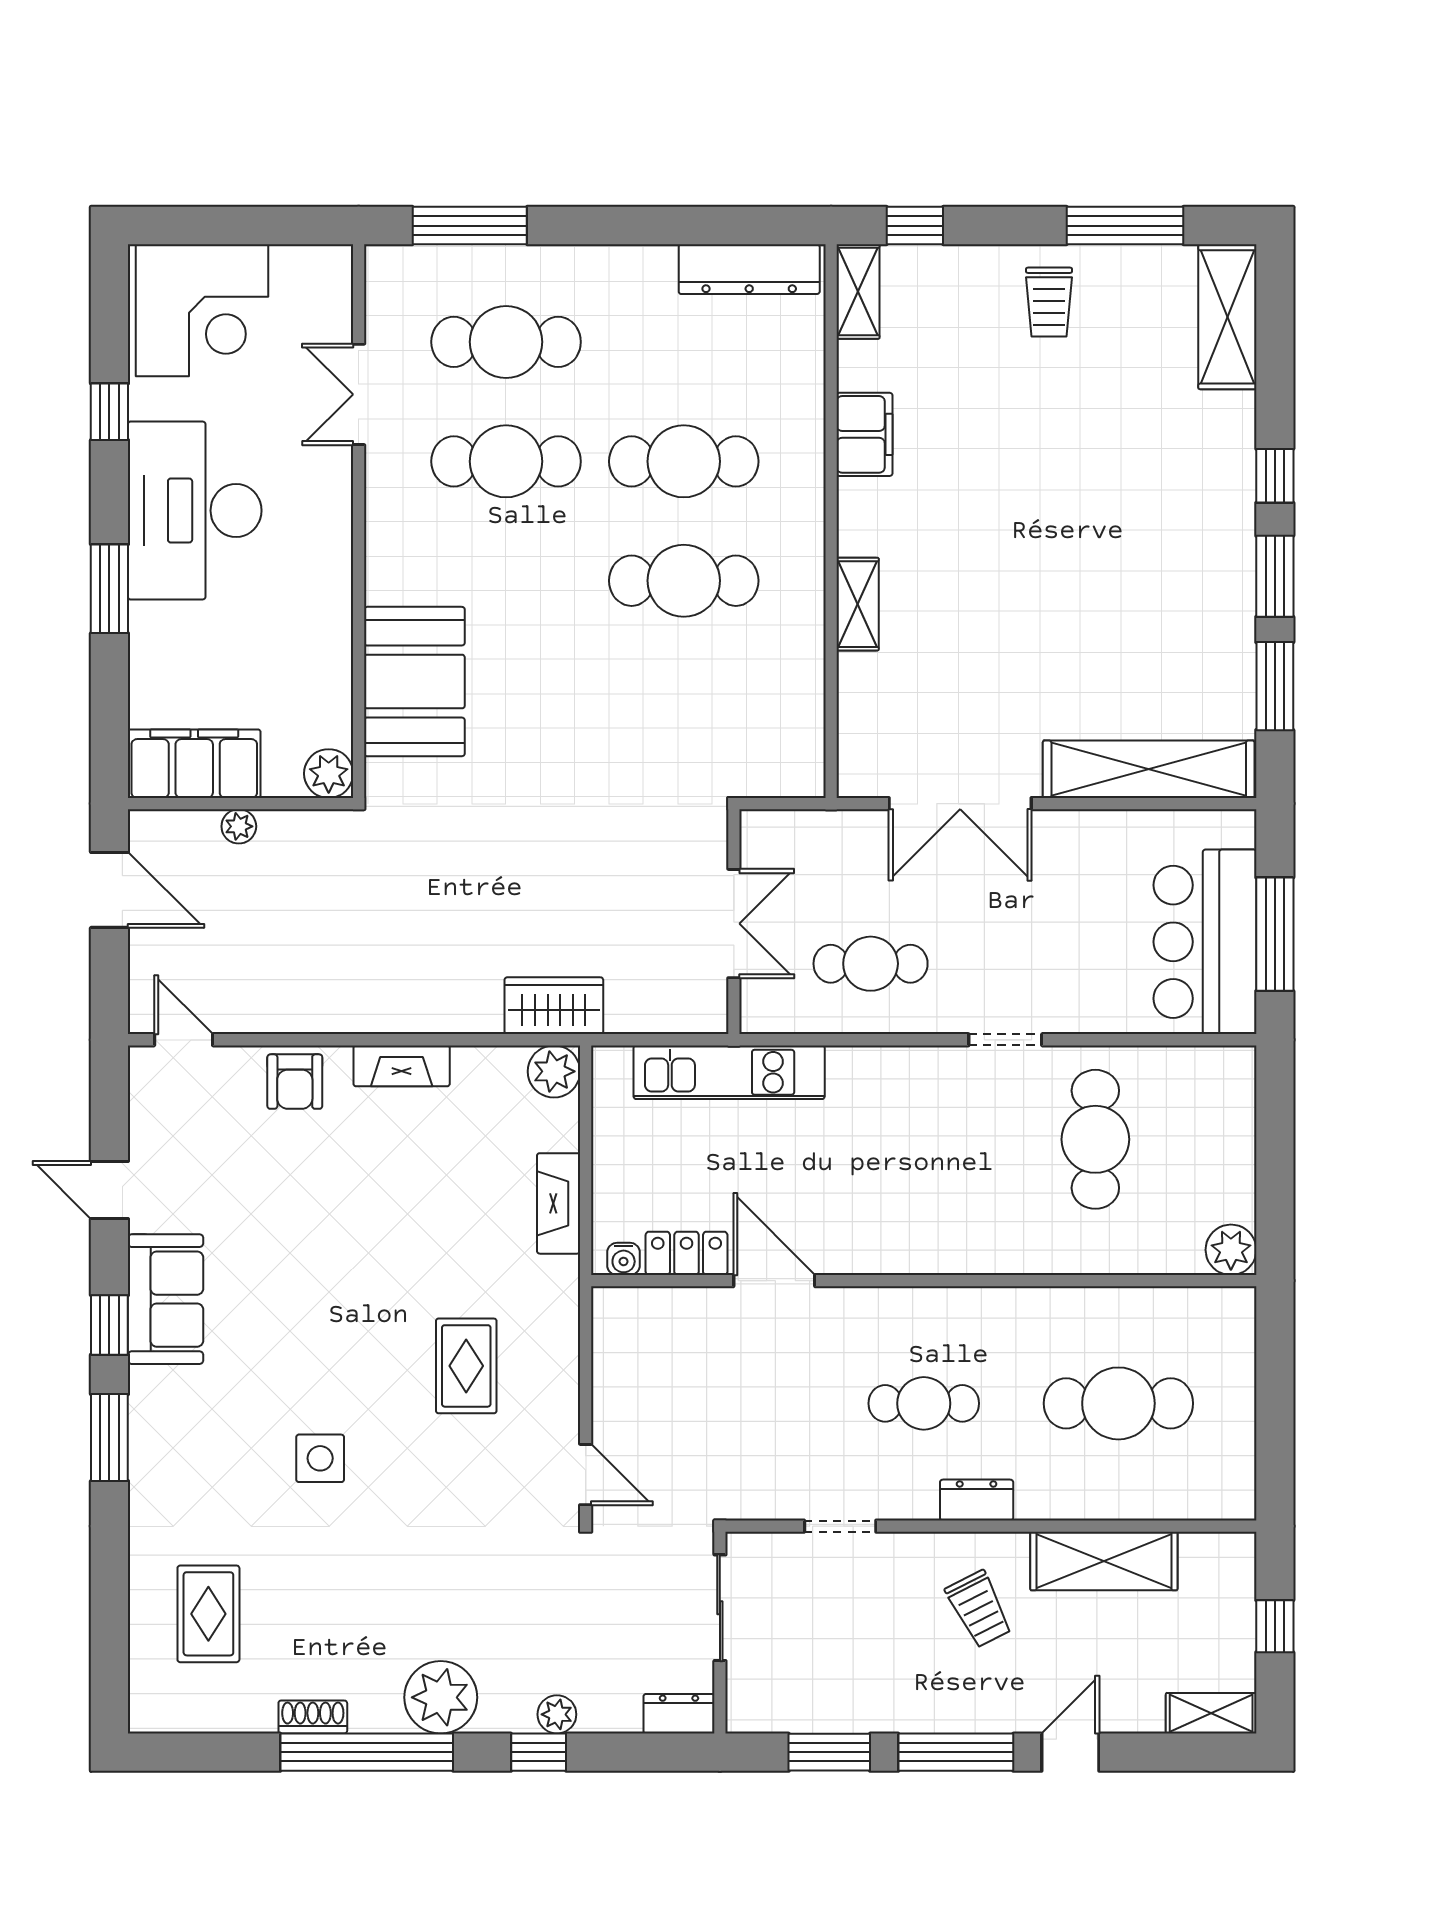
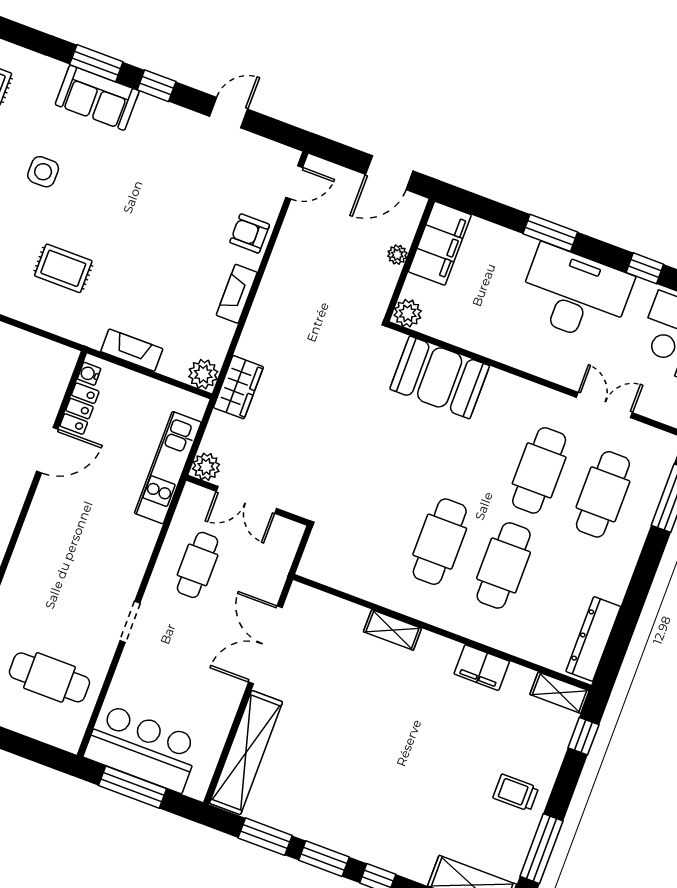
plant: (704, 1010) -> (206, 467), added
cafe table: (1095, 1139) -> (49, 677), moved
sofa: (166, 1299) -> (97, 98), moved

